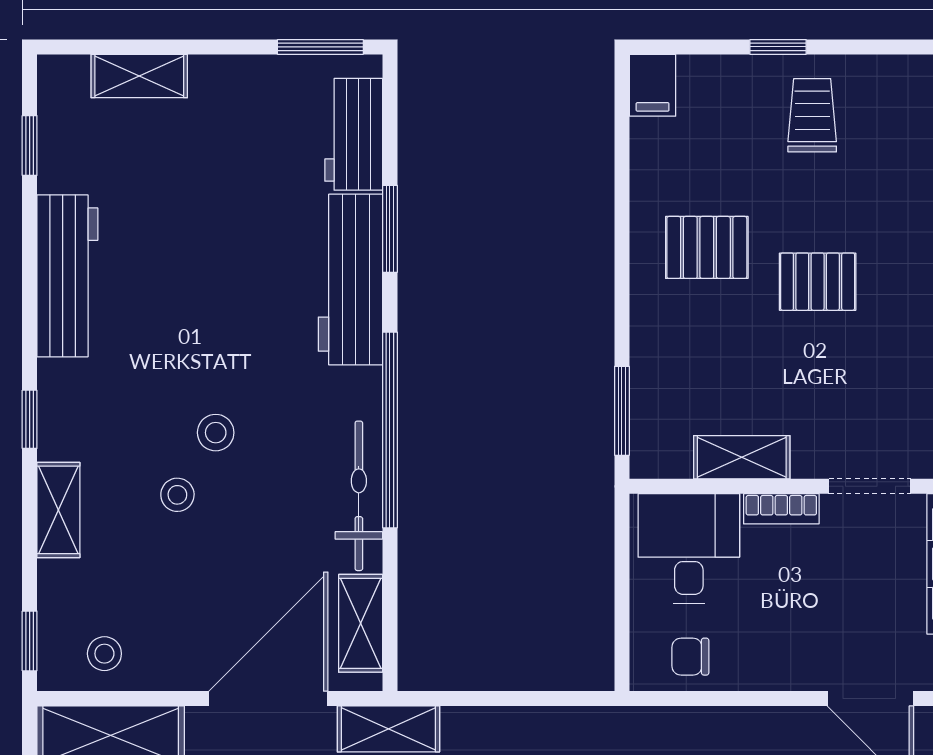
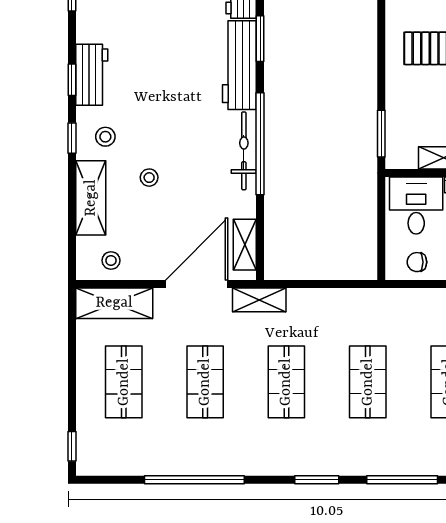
workbench: (67, 276) -> (92, 75), width x0.73
stool: (216, 433) -> (105, 137), moved
bicycle: (359, 496) -> (244, 151), moved
shelving: (58, 510) -> (91, 198), width x1.50, depth x1.33
window: (30, 641) -> (72, 80), moved

